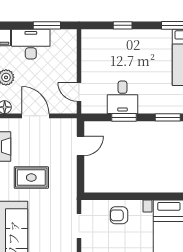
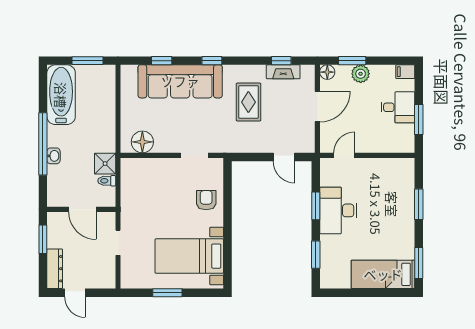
window: (123, 25) -> (419, 204), width x1.50
desk: (31, 44) -> (398, 107), width x0.73
desk: (122, 97) -> (338, 210), width x1.37

